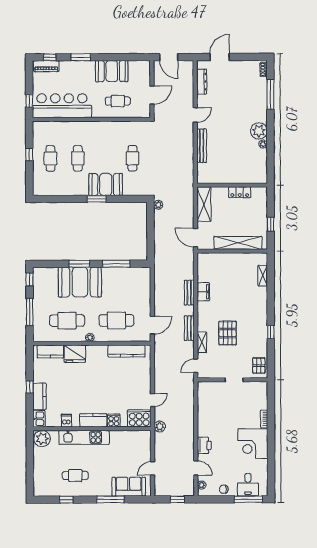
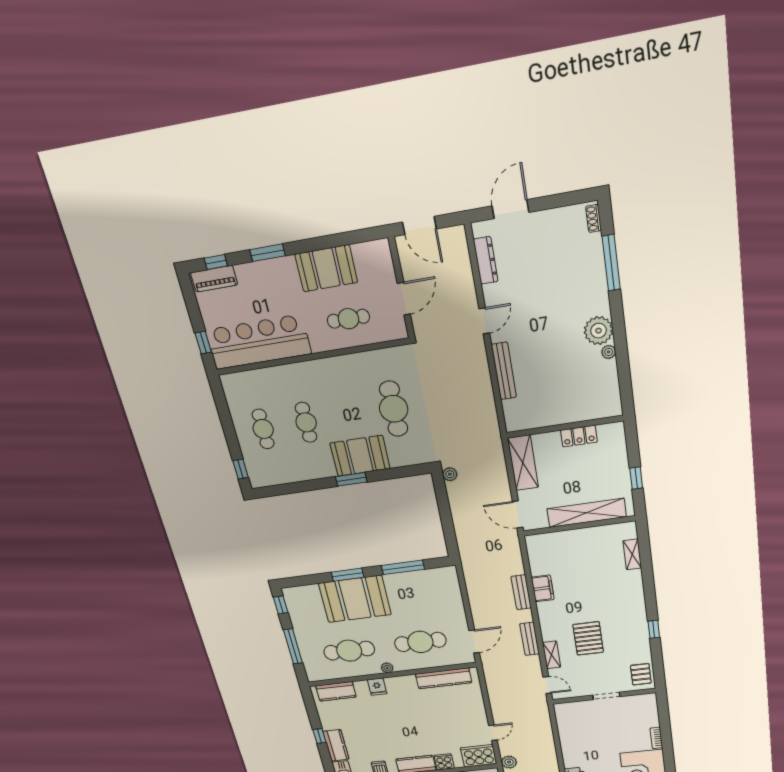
window: (29, 155) -> (241, 469), moved
cafe table: (133, 158) -> (394, 409), width x1.37, depth x1.35
fridge: (75, 354) -> (377, 687), width x0.53, depth x0.75
door: (196, 366) -> (547, 685), swing flipped

